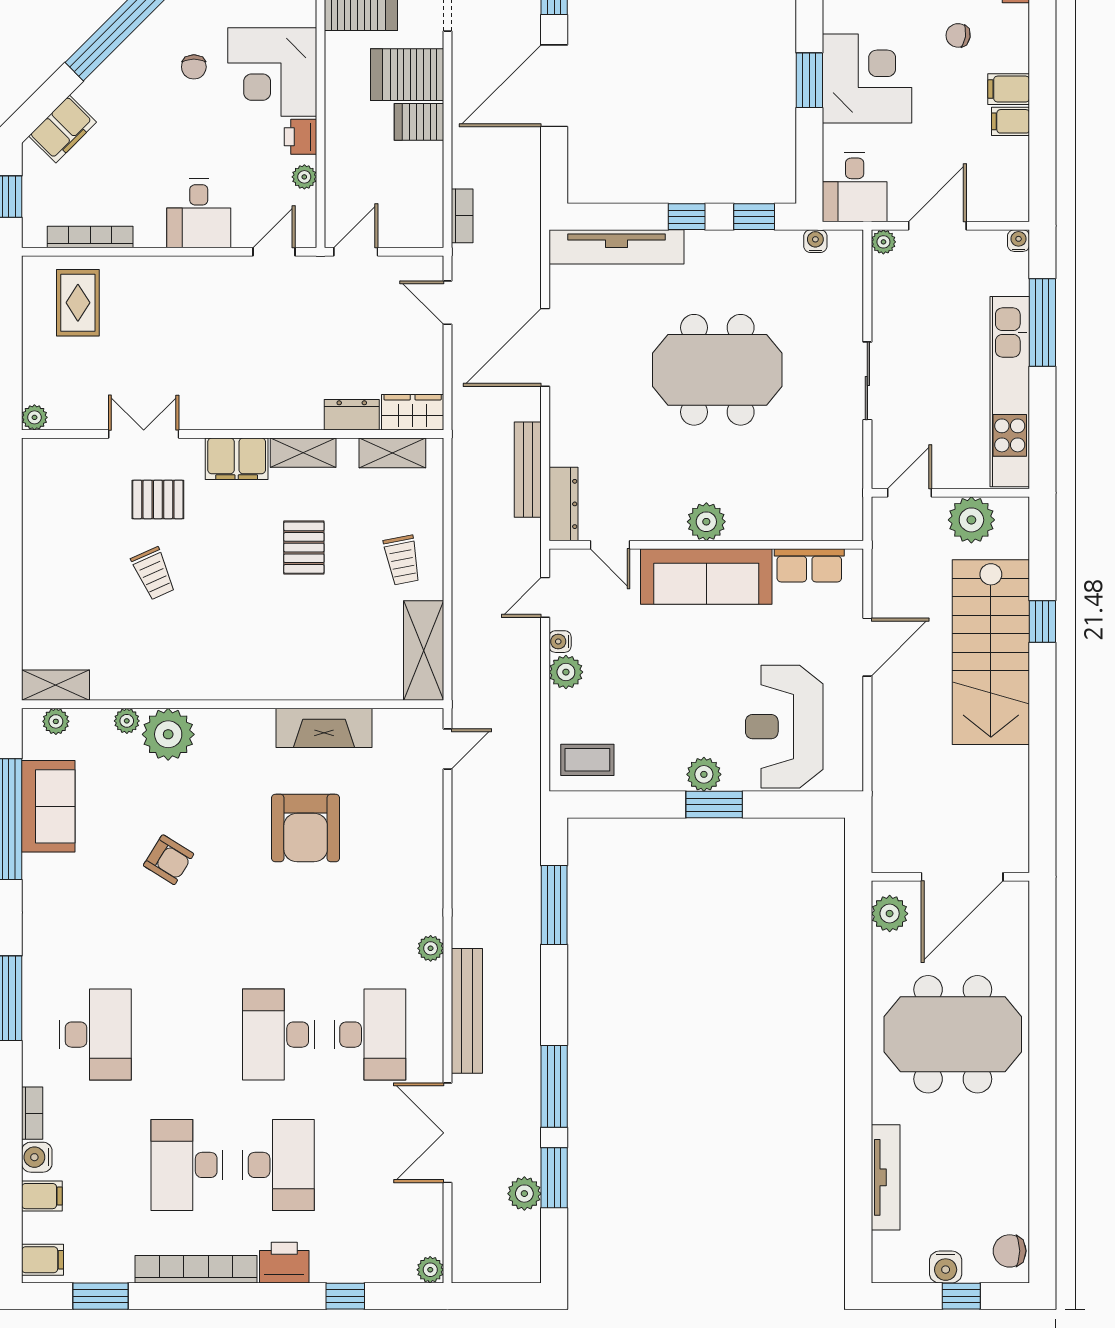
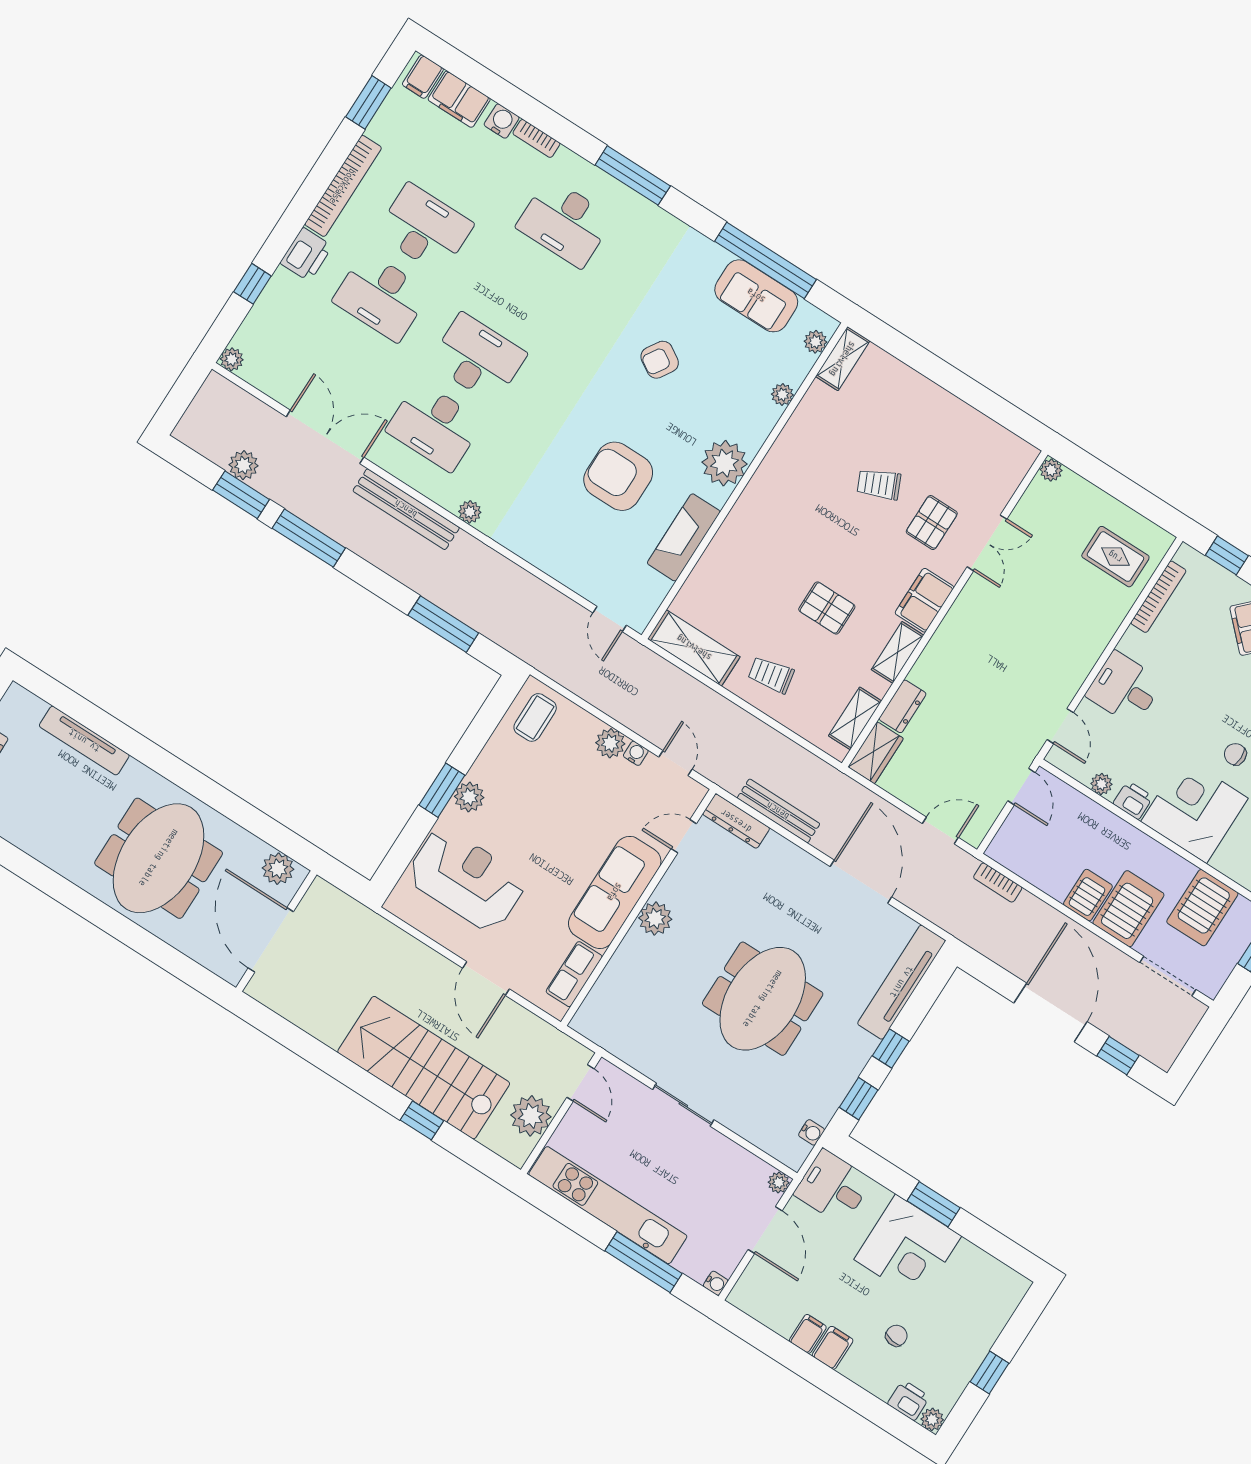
plant: (168, 734) -> (724, 463), moved
filing cabinet: (42, 1196) -> (459, 99), width x2.00

